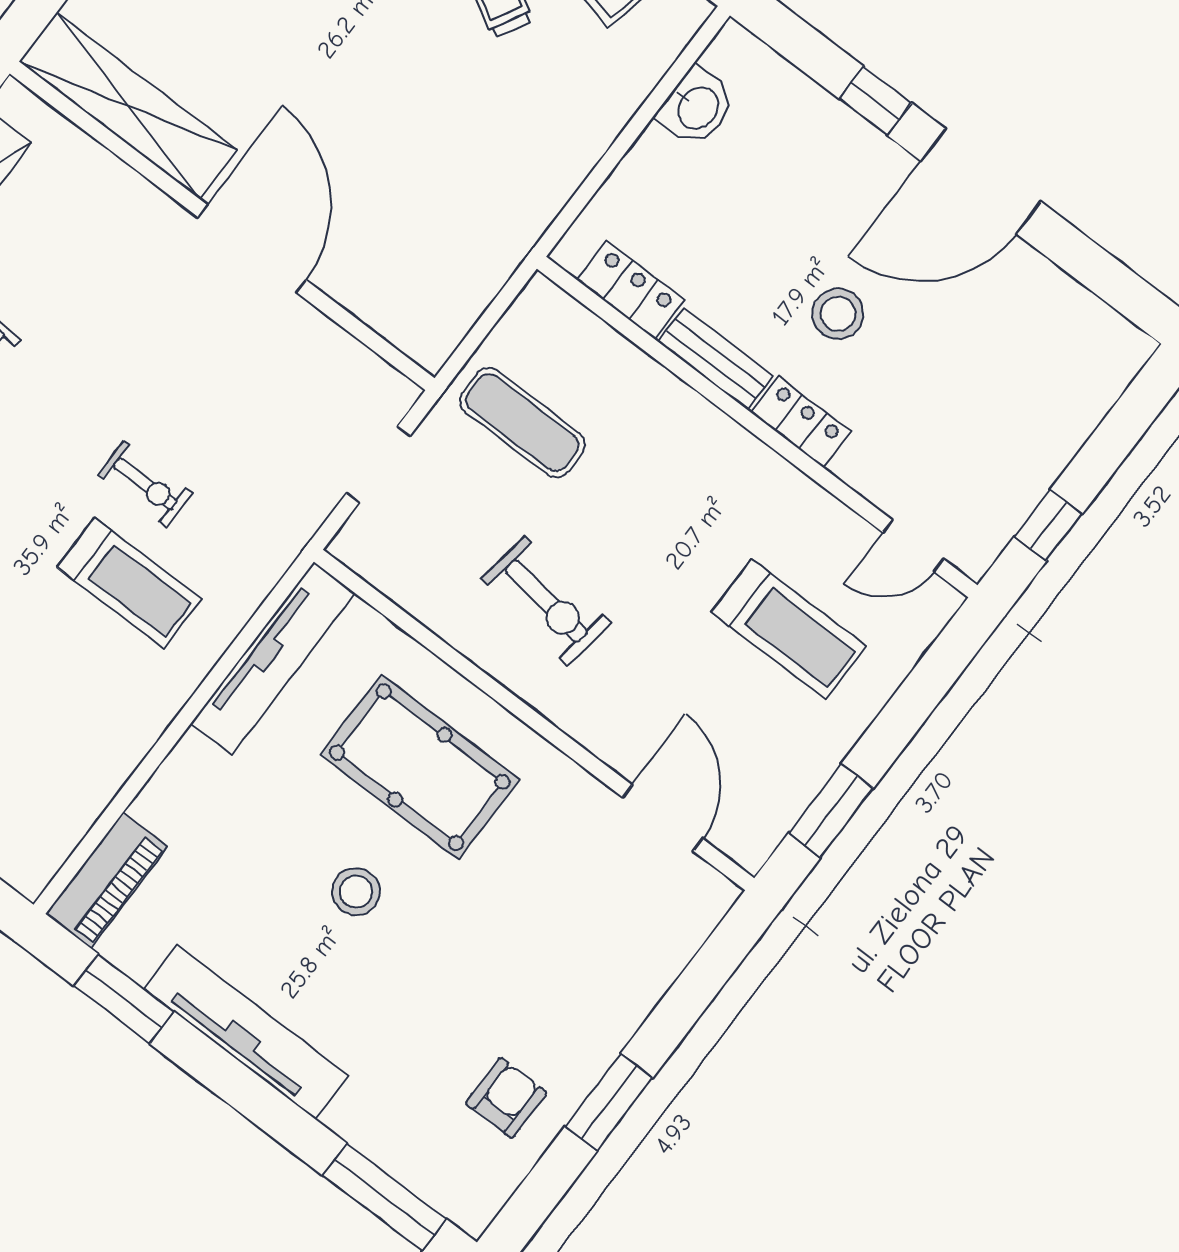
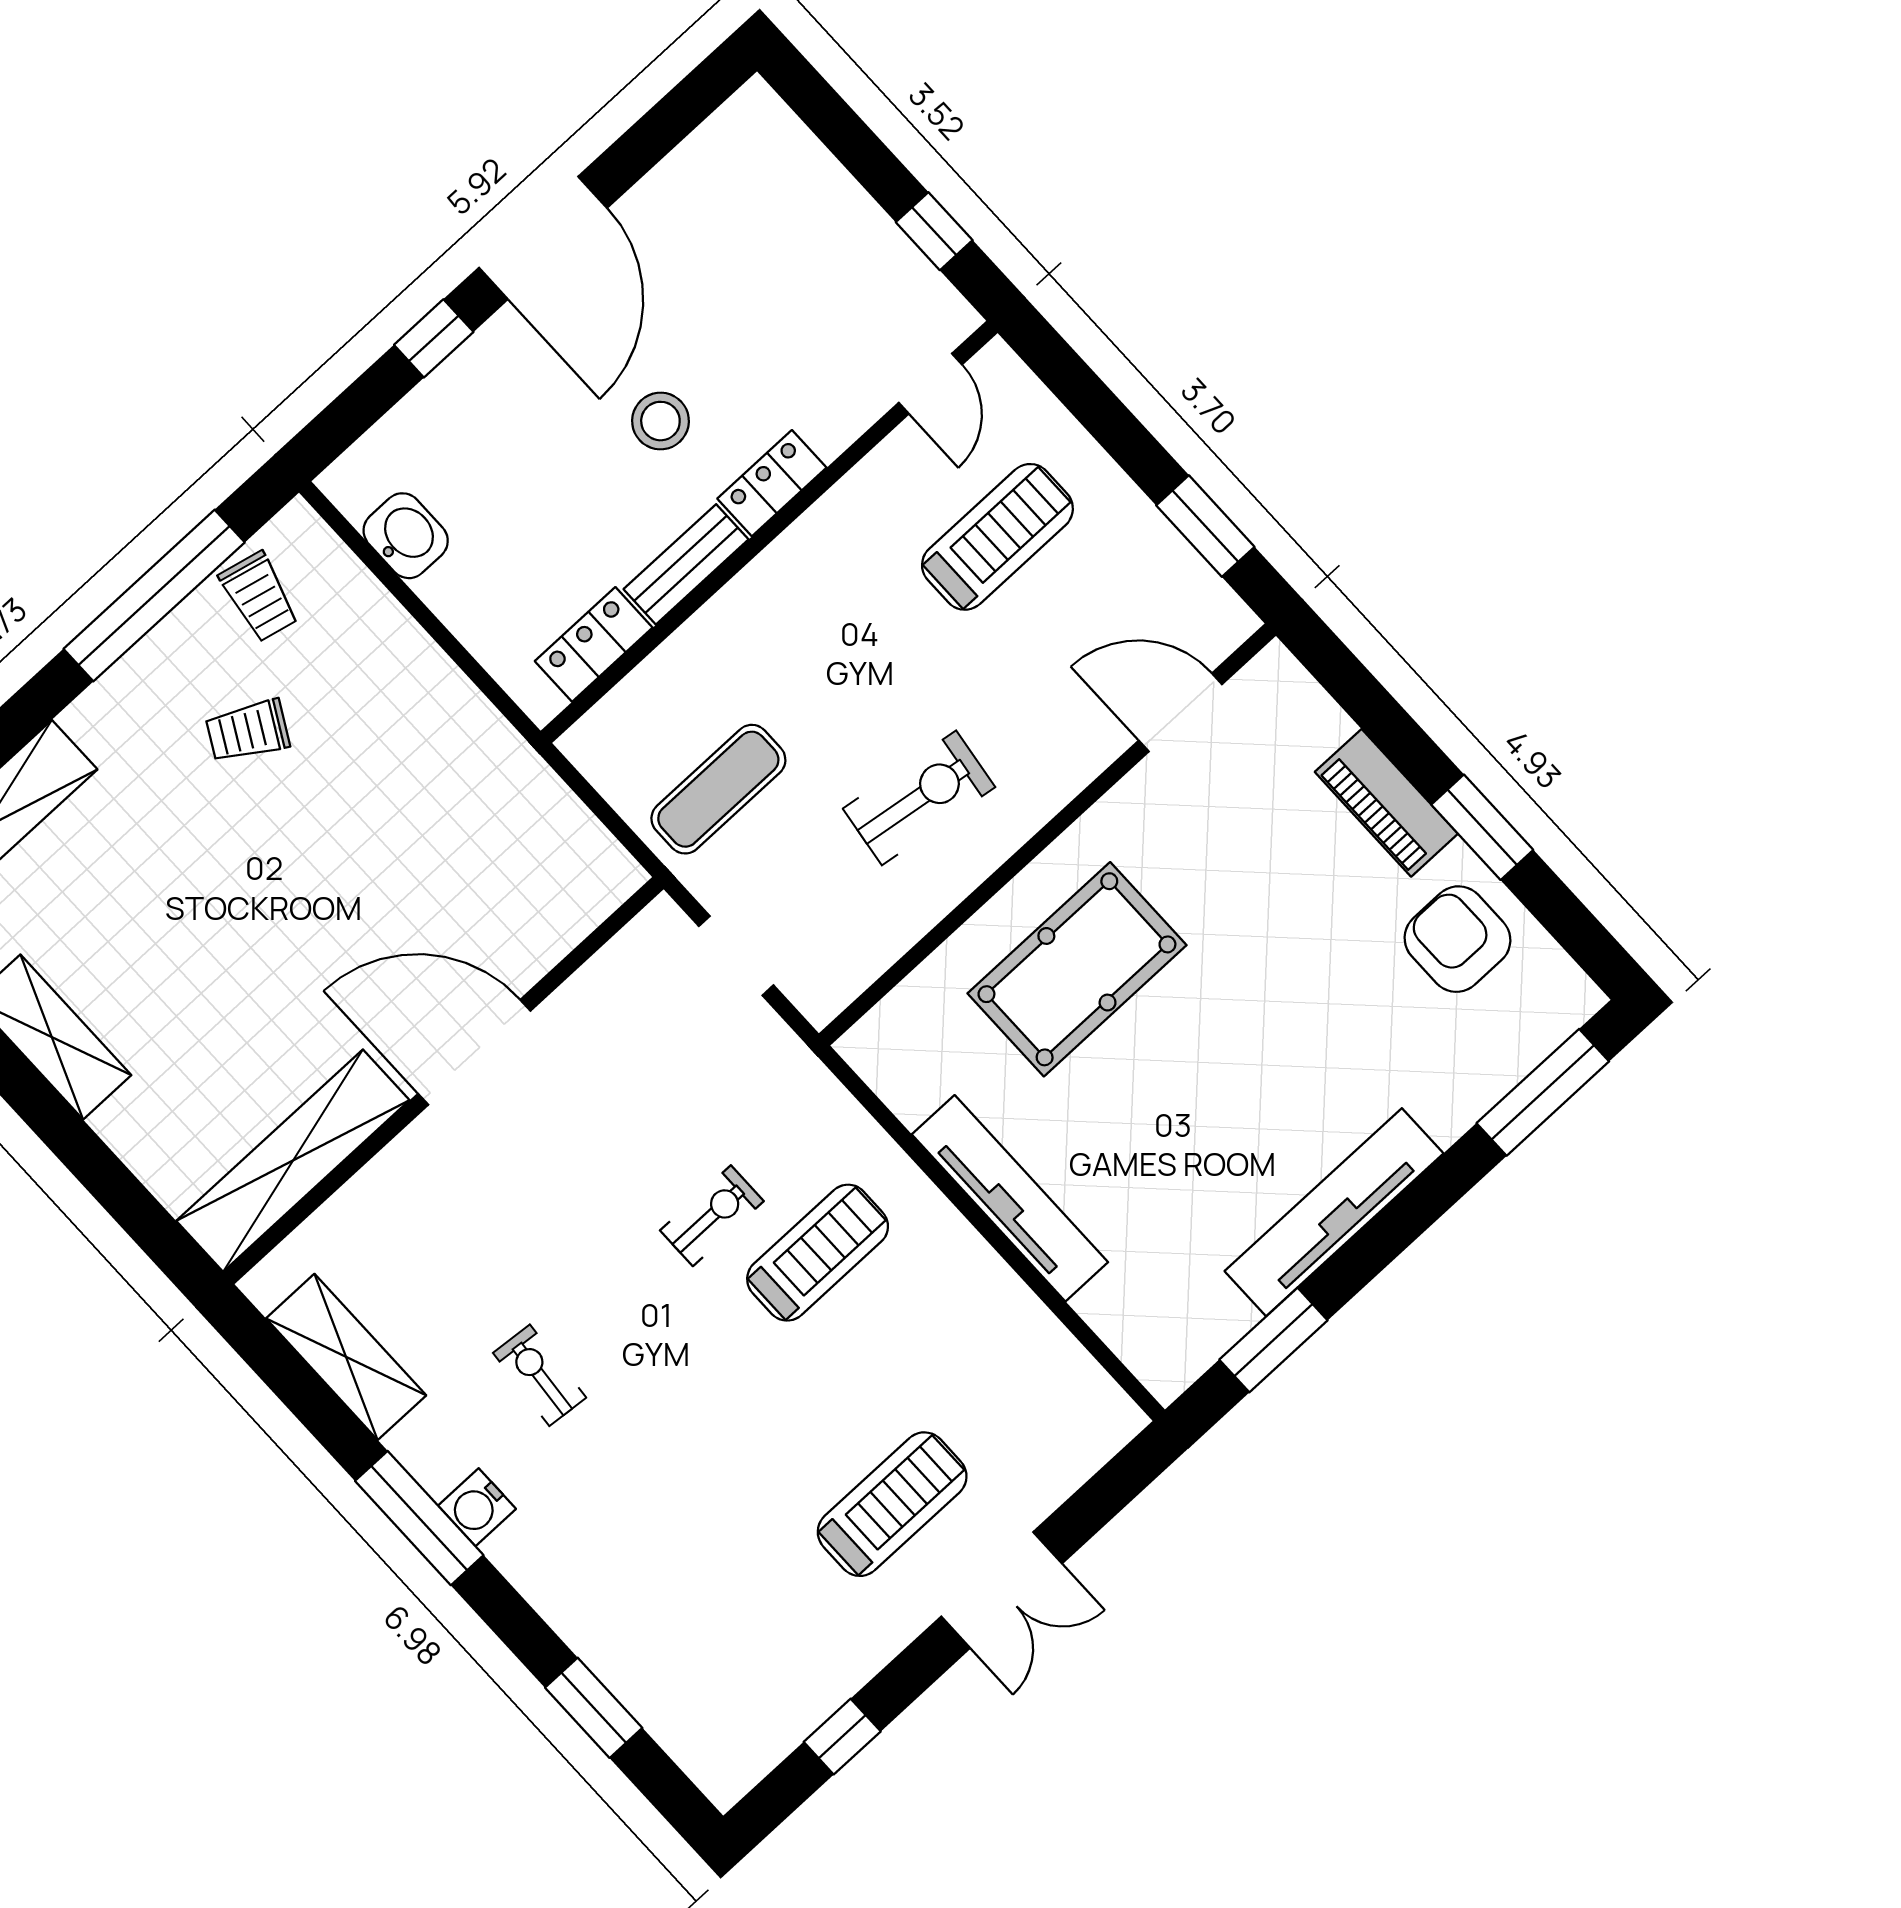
tv unit: (273, 658) -> (1010, 1198), moved
piano: (107, 880) -> (1386, 803), moved, turned 180
stool: (356, 891) -> (1201, 1064), removed
armchair: (506, 1098) -> (1457, 939), width x1.38, depth x1.38

